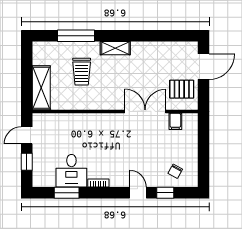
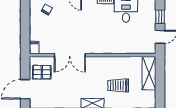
trolley: (82, 72) -> (118, 85), turned -90
filing cabinet: (175, 121) -> (34, 47), moved

